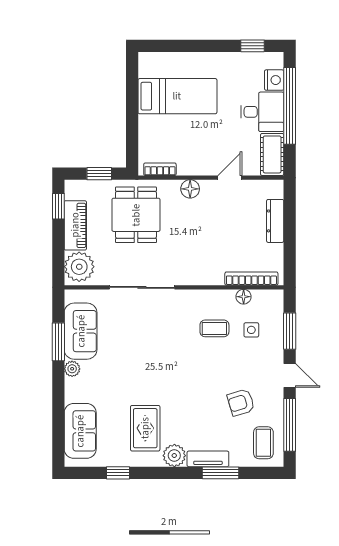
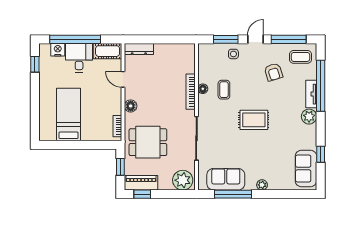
dresser: (275, 221) -> (139, 49), moved
piano: (75, 225) -> (141, 183), moved
bookcase: (251, 279) -> (191, 92), moved
floor lamp: (244, 297) -> (203, 89), moved
side table: (251, 330) -> (233, 54), moved
window: (58, 342) -> (233, 194), width x1.44
plant: (72, 369) -> (262, 185), moved
rug: (145, 428) -> (254, 120), moved
sofa: (80, 431) -> (306, 168), moved, turned -90
window: (220, 473) -> (321, 86), width x2.11

